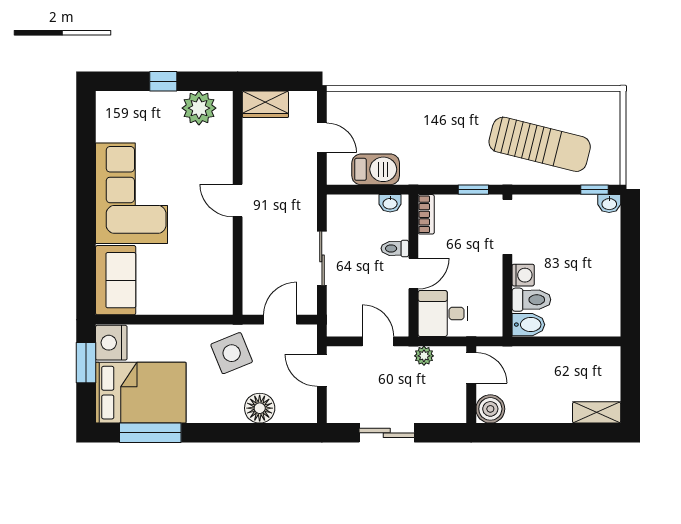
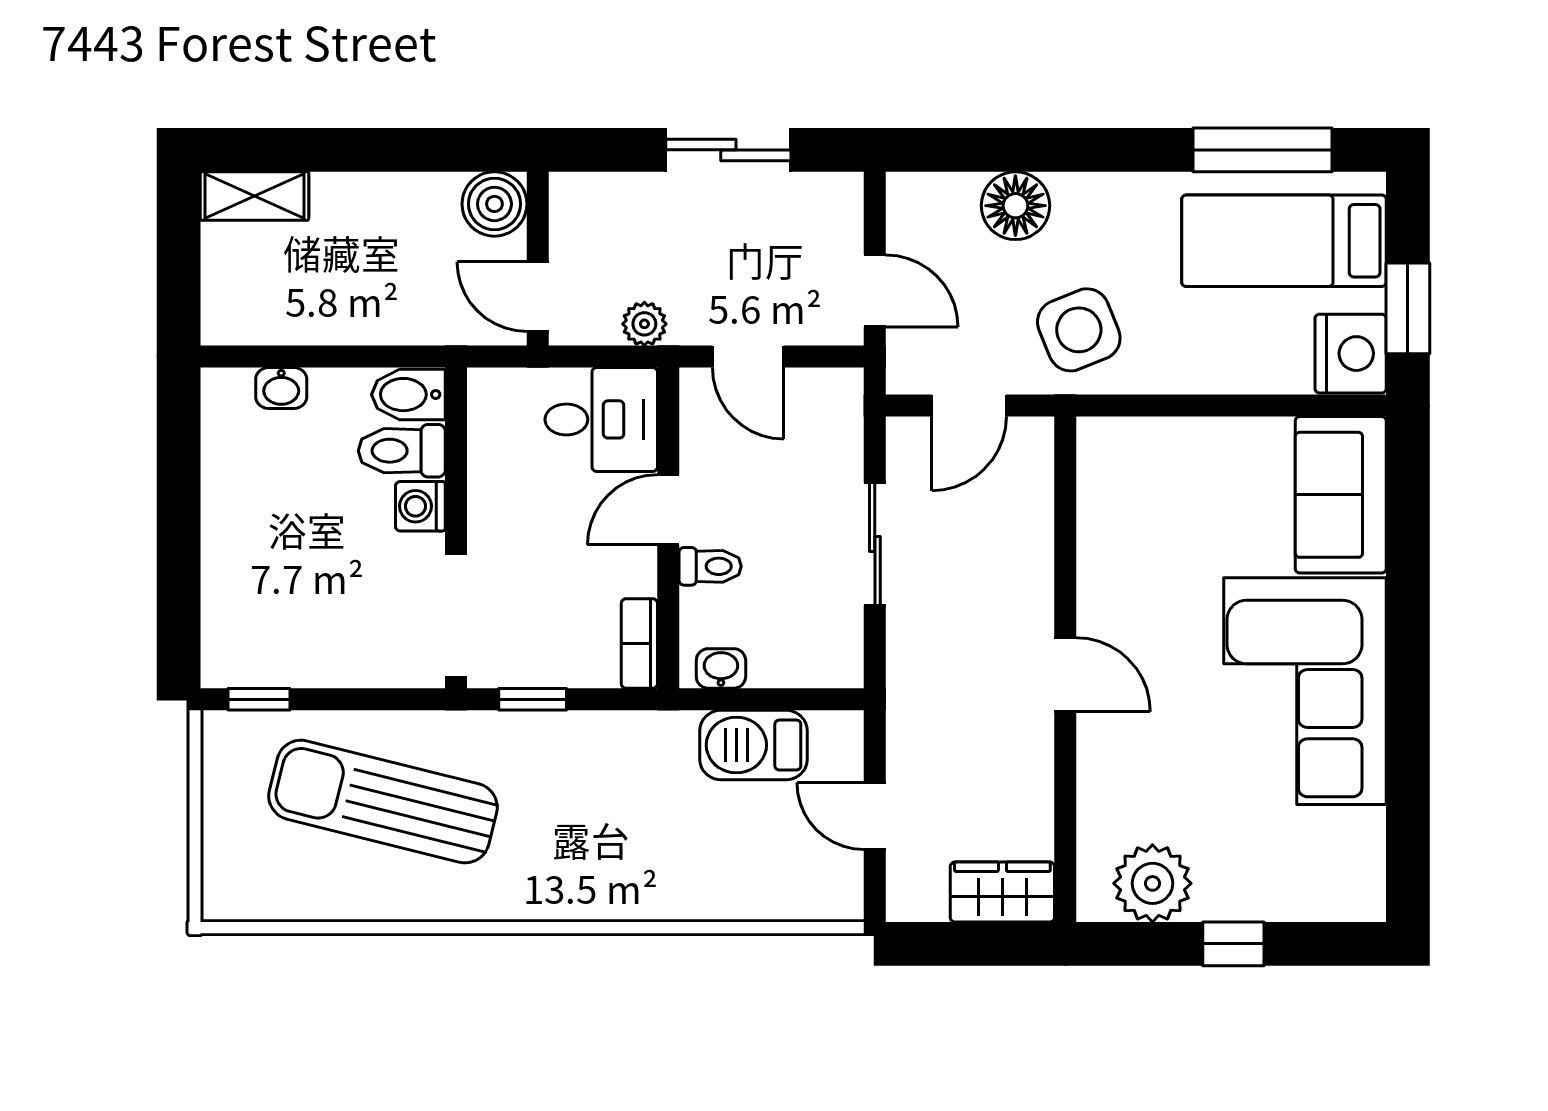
washbasin: (609, 204) -> (281, 388), moved, turned 180
bed: (141, 393) -> (1284, 241), width x0.67

